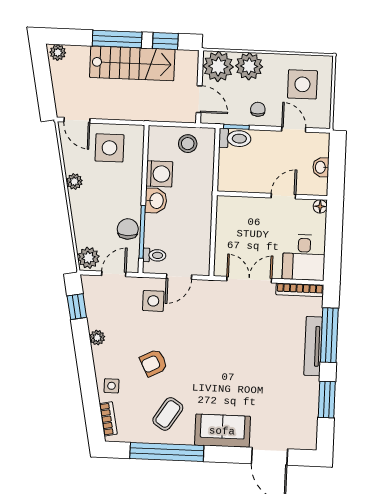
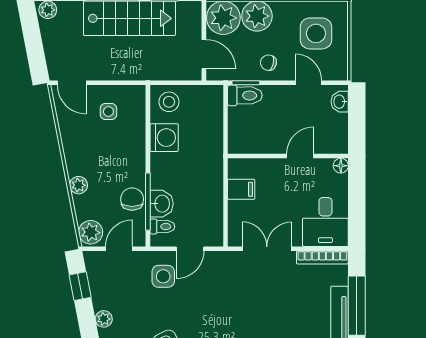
chair: (258, 109) -> (268, 63), turned -77
stool: (188, 144) -> (169, 102), moved
side table: (109, 148) -> (108, 112), width x0.54, depth x0.54
washbasin: (321, 167) -> (340, 102), moved
plant: (74, 181) -> (79, 185), moved
washbasin: (156, 201) -> (162, 204), moved
filing cabinet: (228, 224) -> (241, 189), added

